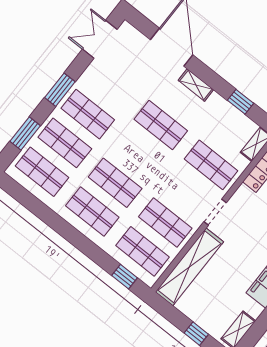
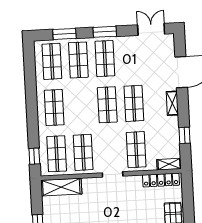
shop shelf: (115, 183) -> (107, 105), moved
shelving: (189, 267) -> (61, 187), width x0.68

